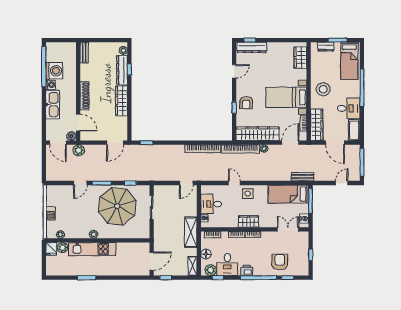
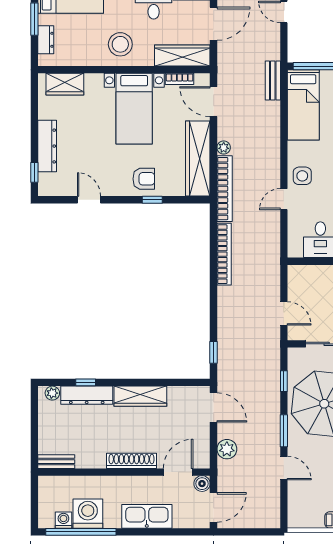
dresser: (252, 47) -> (47, 146), moved
washing machine: (51, 85) -> (63, 520), moved
plant: (79, 150) -> (227, 449), moved
door: (186, 183) -> (284, 313), moved

